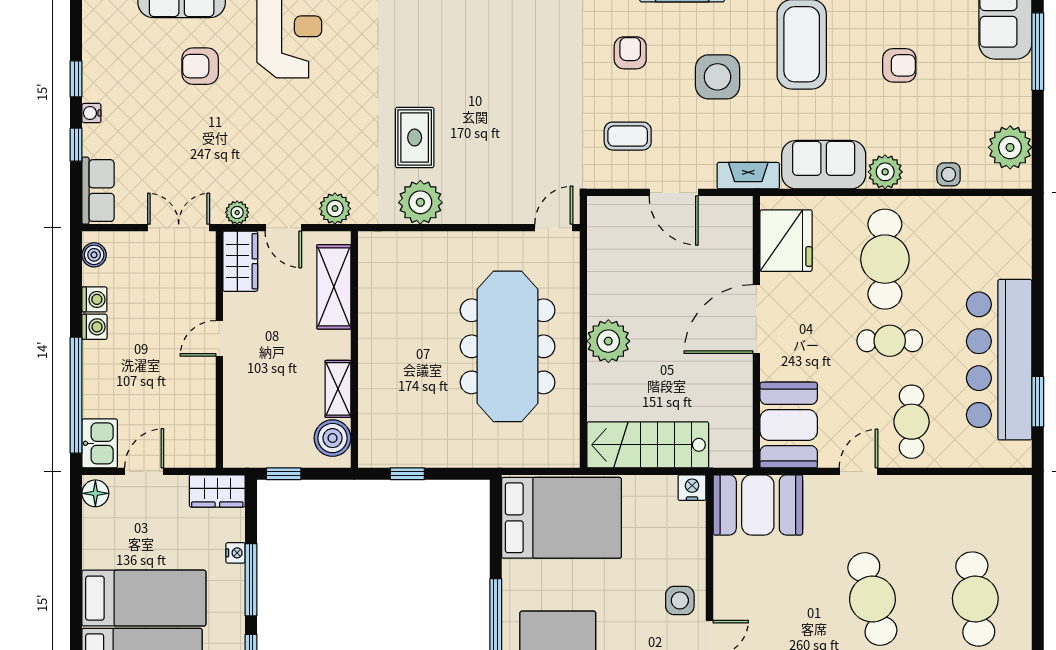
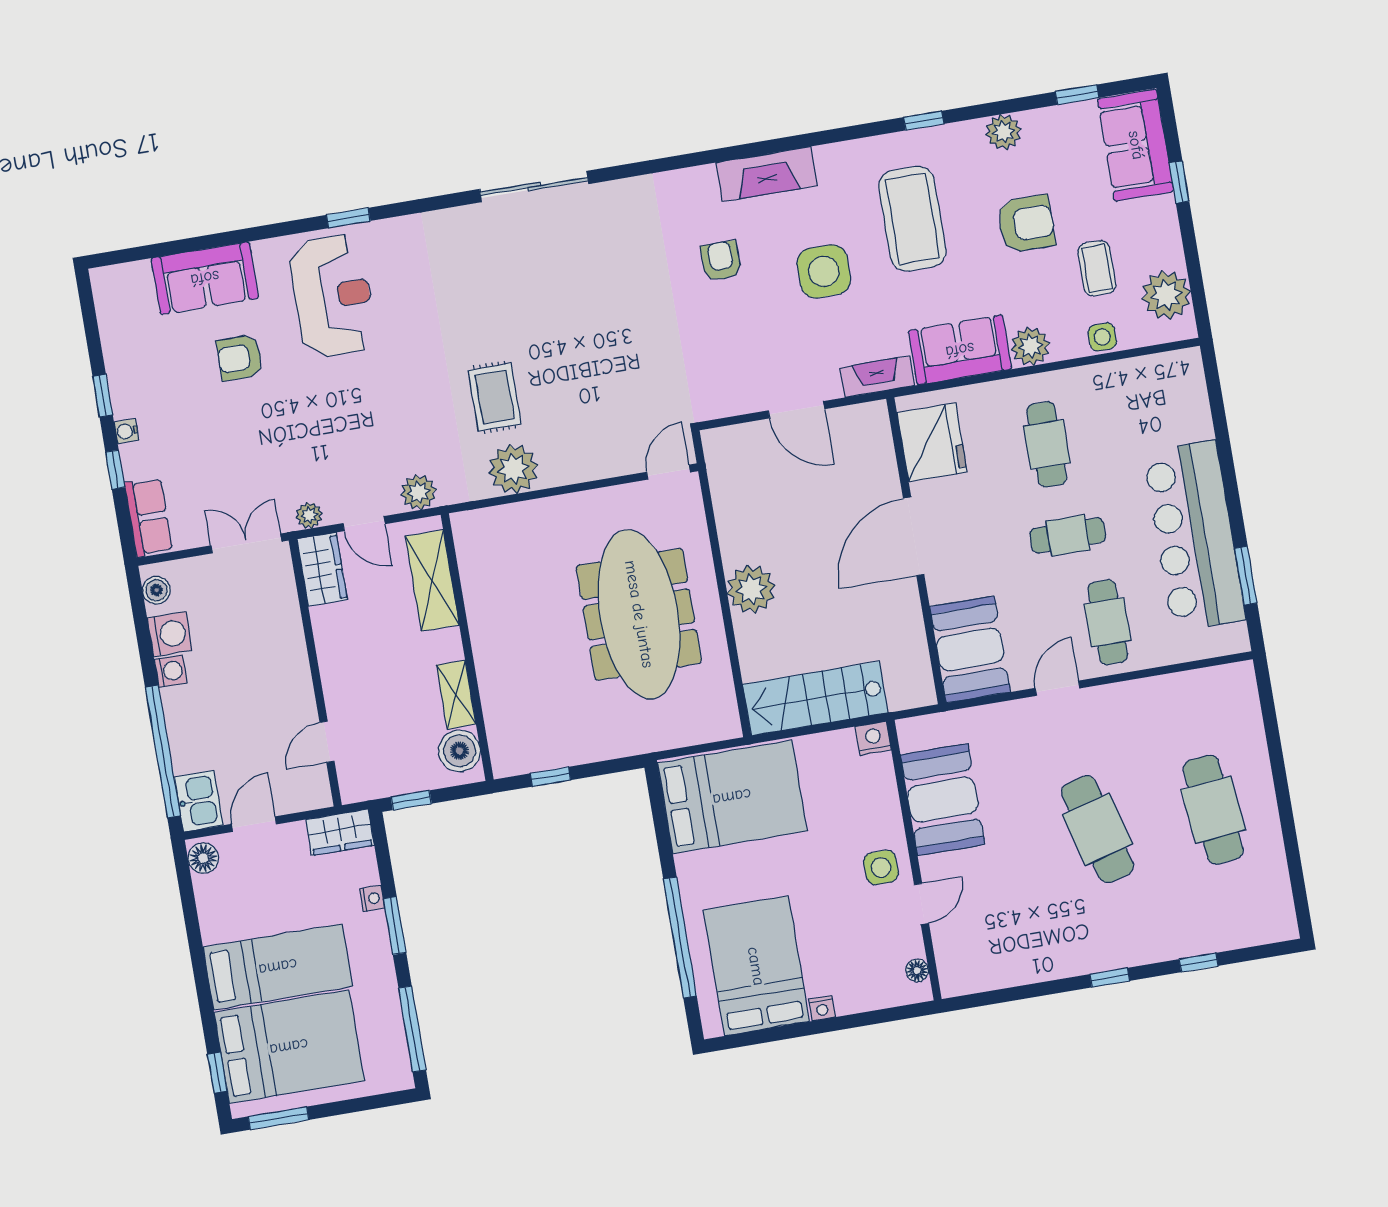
window: (1038, 52) -> (1179, 182), width x0.46
armchair: (899, 65) -> (1026, 224), width x1.38, depth x1.38
coffee table: (628, 136) -> (1097, 268), moved, turned 90
cafe table: (885, 259) -> (1047, 444), width x0.73, depth x0.74
washing machine: (94, 299) -> (170, 634), width x1.38, depth x1.38
door: (219, 338) -> (327, 742), moved
booth: (758, 505) -> (943, 800), moved, turned 90
window: (251, 580) -> (395, 926), width x0.69

